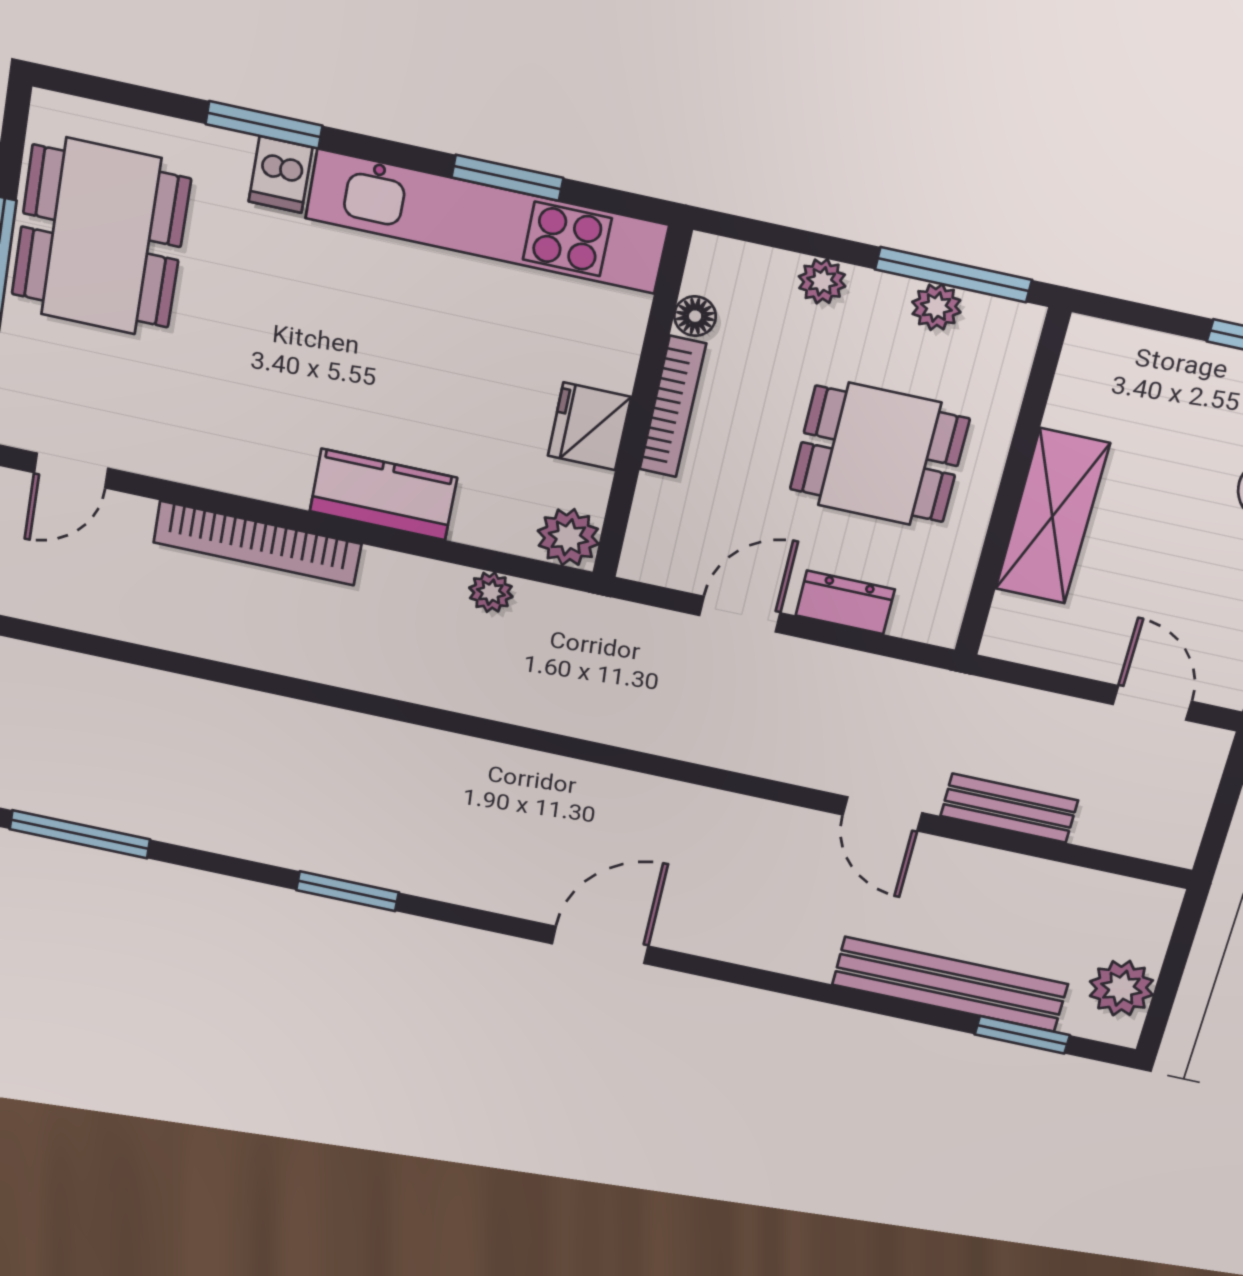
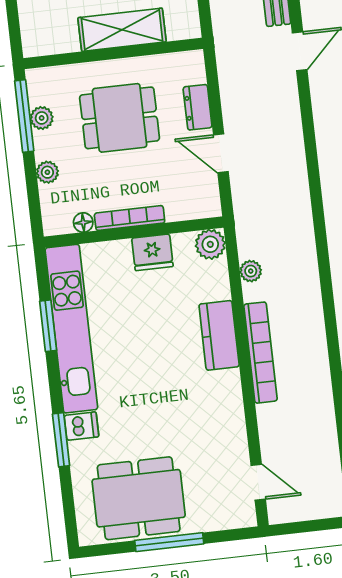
dining table: (879, 454) -> (120, 118), turned 90
bookcase: (257, 543) -> (261, 353), moved

